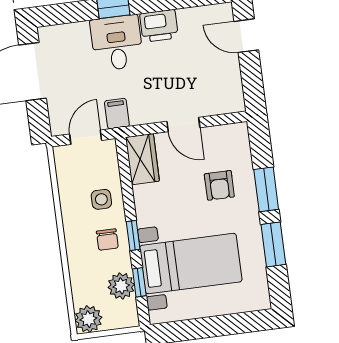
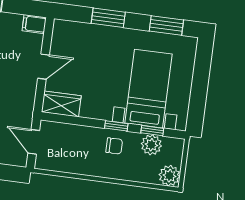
filing cabinet: (117, 114) -> (34, 24), moved
armchair: (219, 185) -> (96, 52), removed
side table: (101, 199) -> (83, 142), removed
window: (273, 244) -> (166, 25), moved

